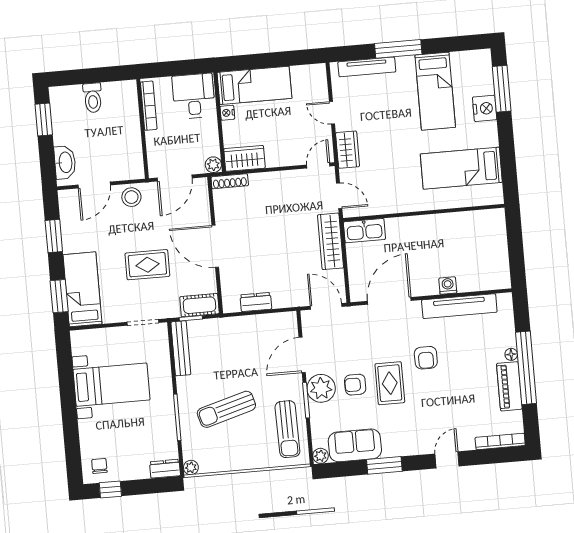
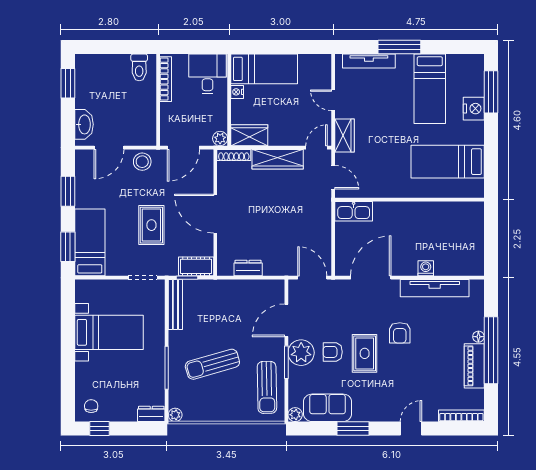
toilet: (93, 98) -> (139, 67), moved
wardrobe: (331, 241) -> (278, 159), moved, turned -90
rug: (147, 265) -> (151, 225), turned 90

